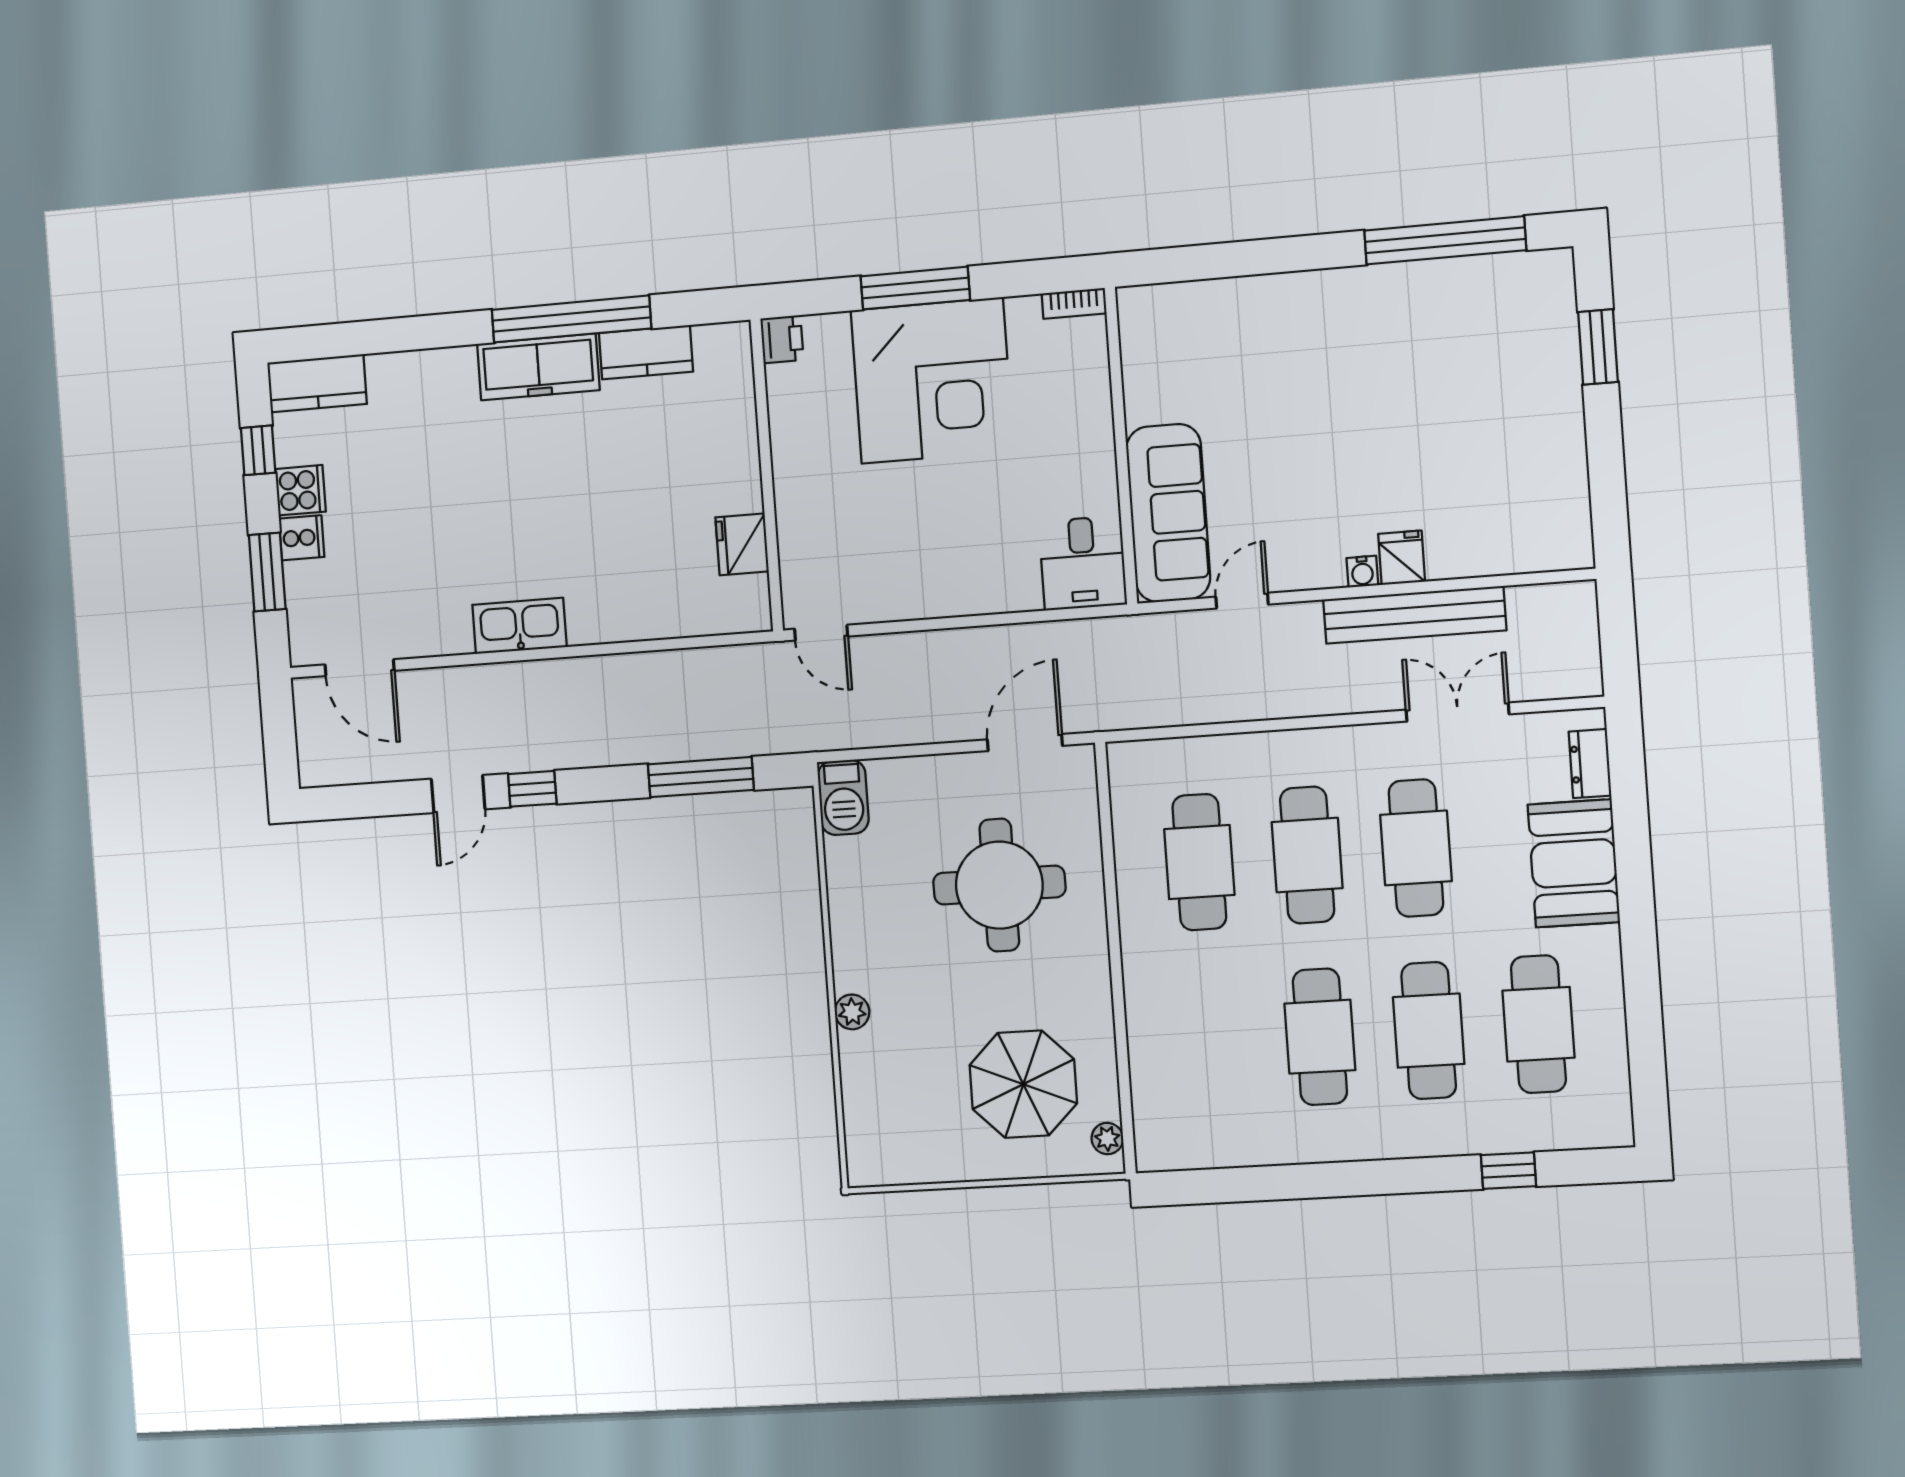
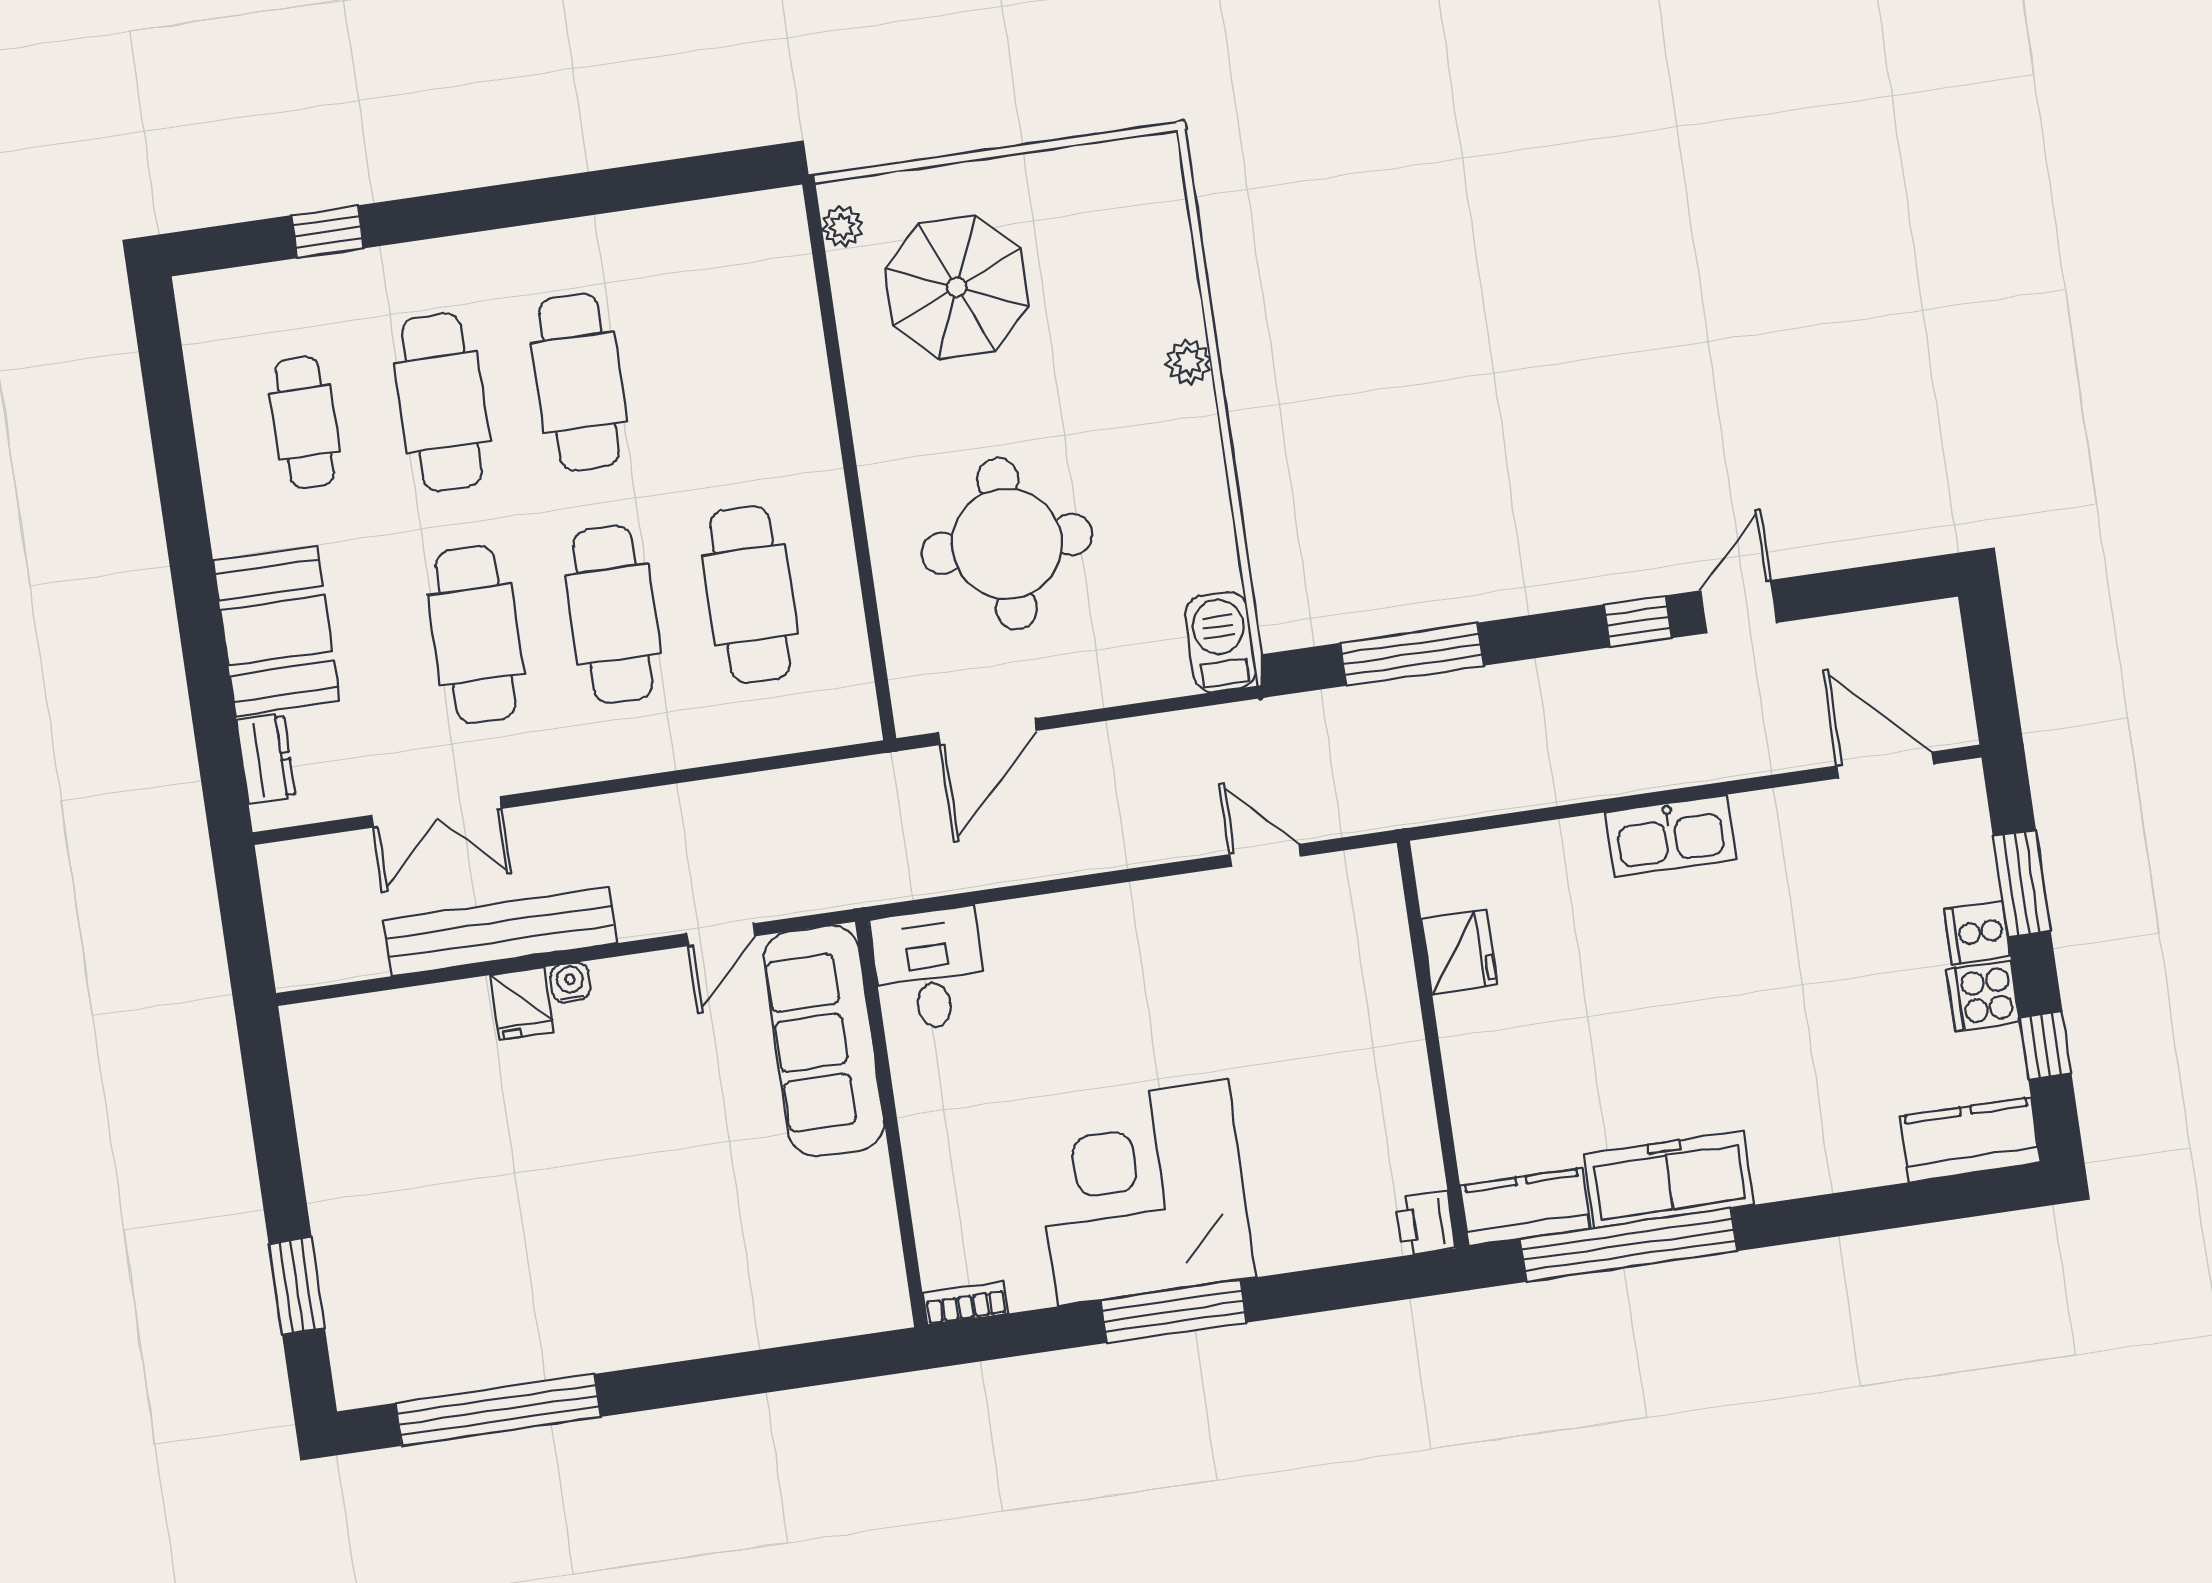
printer: (782, 339) -> (1425, 1223), moved
wall: (767, 475) -> (1433, 1045), moved
fridge: (742, 544) -> (1459, 952), moved
cafe table: (1538, 1024) -> (305, 422), width x0.73, depth x0.74

